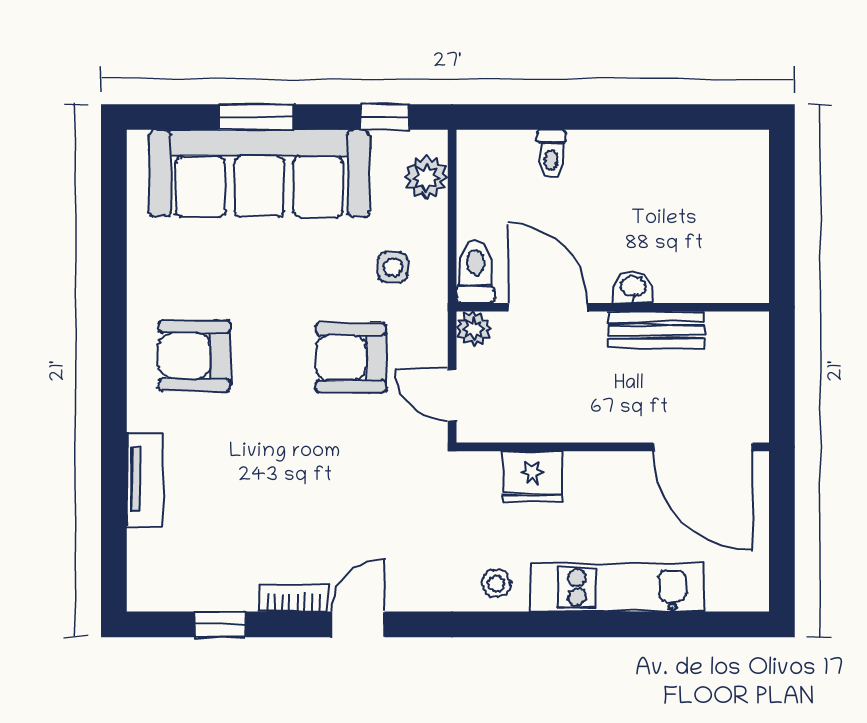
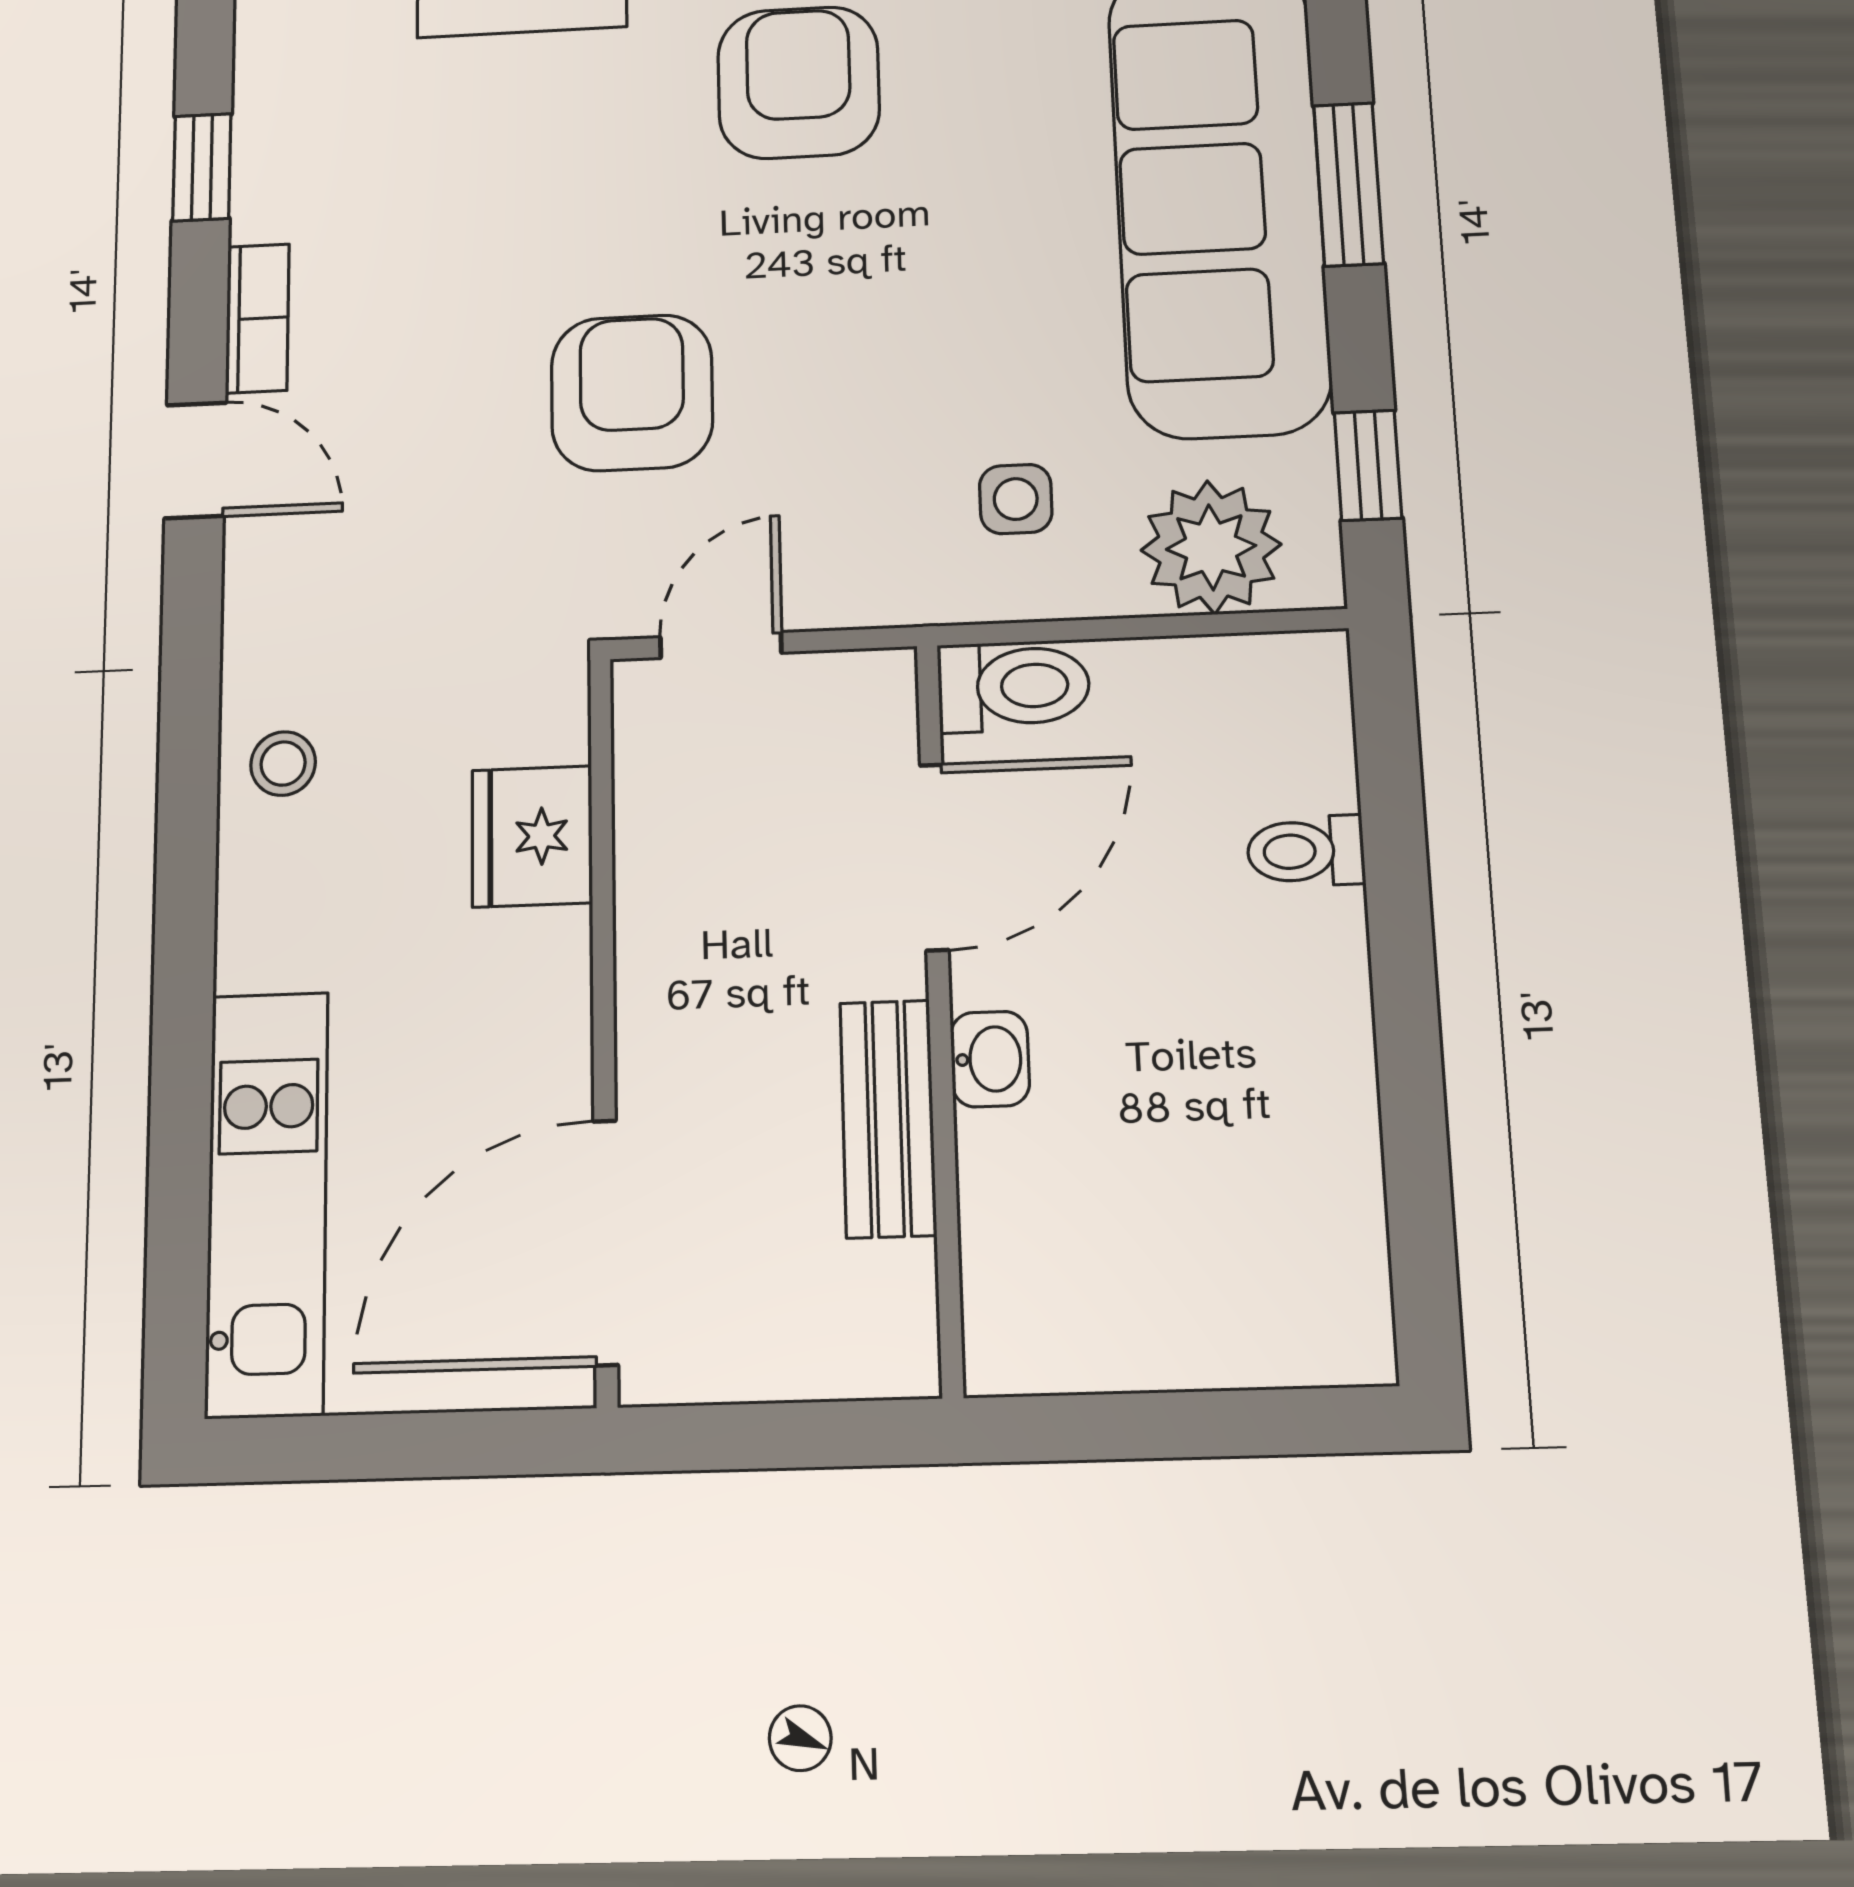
plant: (426, 177) -> (1211, 547), width x1.36, depth x1.36
plant: (474, 329) -> (878, 687), removed
armchair: (351, 358) -> (632, 393), moved
kitchen unit: (617, 587) -> (267, 1203), moved

